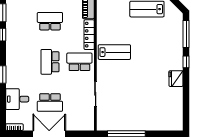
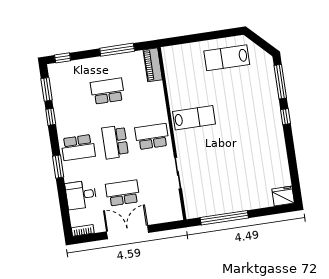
locker: (89, 35) -> (159, 101), removed
school desk: (20, 62) -> (78, 148), added
fridge: (176, 79) -> (283, 196), moved, turned 90
school desk: (50, 103) -> (123, 193), turned 180

